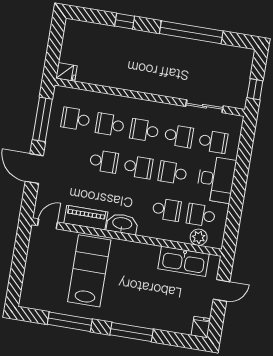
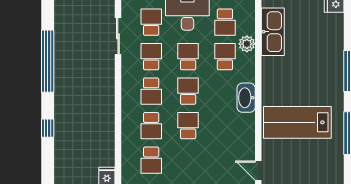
school desk: (173, 173) -> (188, 57), turned 180
piano: (86, 218) -> (246, 134), removed
plant: (199, 237) -> (247, 44), moved

